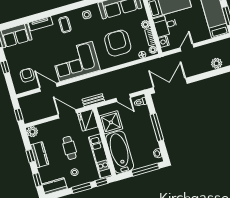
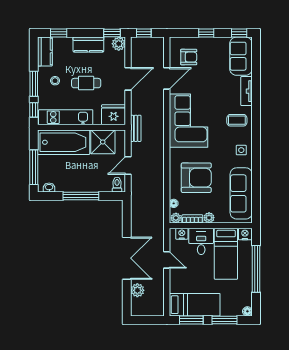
double door: (170, 85) -> (127, 258), moved
door: (67, 114) -> (128, 79), moved
window: (30, 156) -> (112, 33), moved

